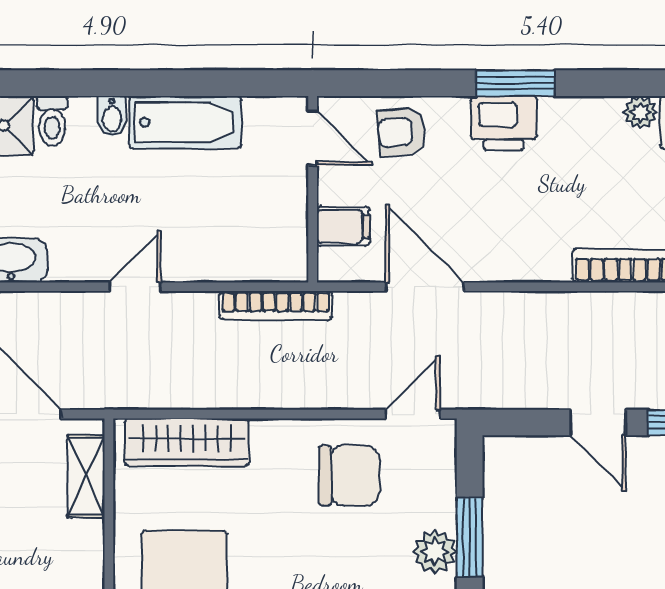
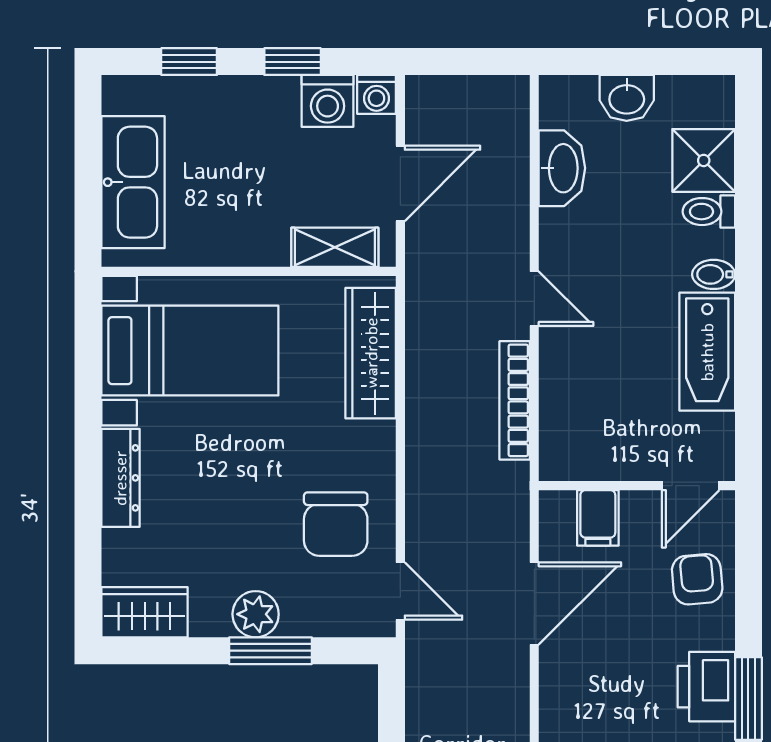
bookcase: (276, 305) -> (515, 400), moved

